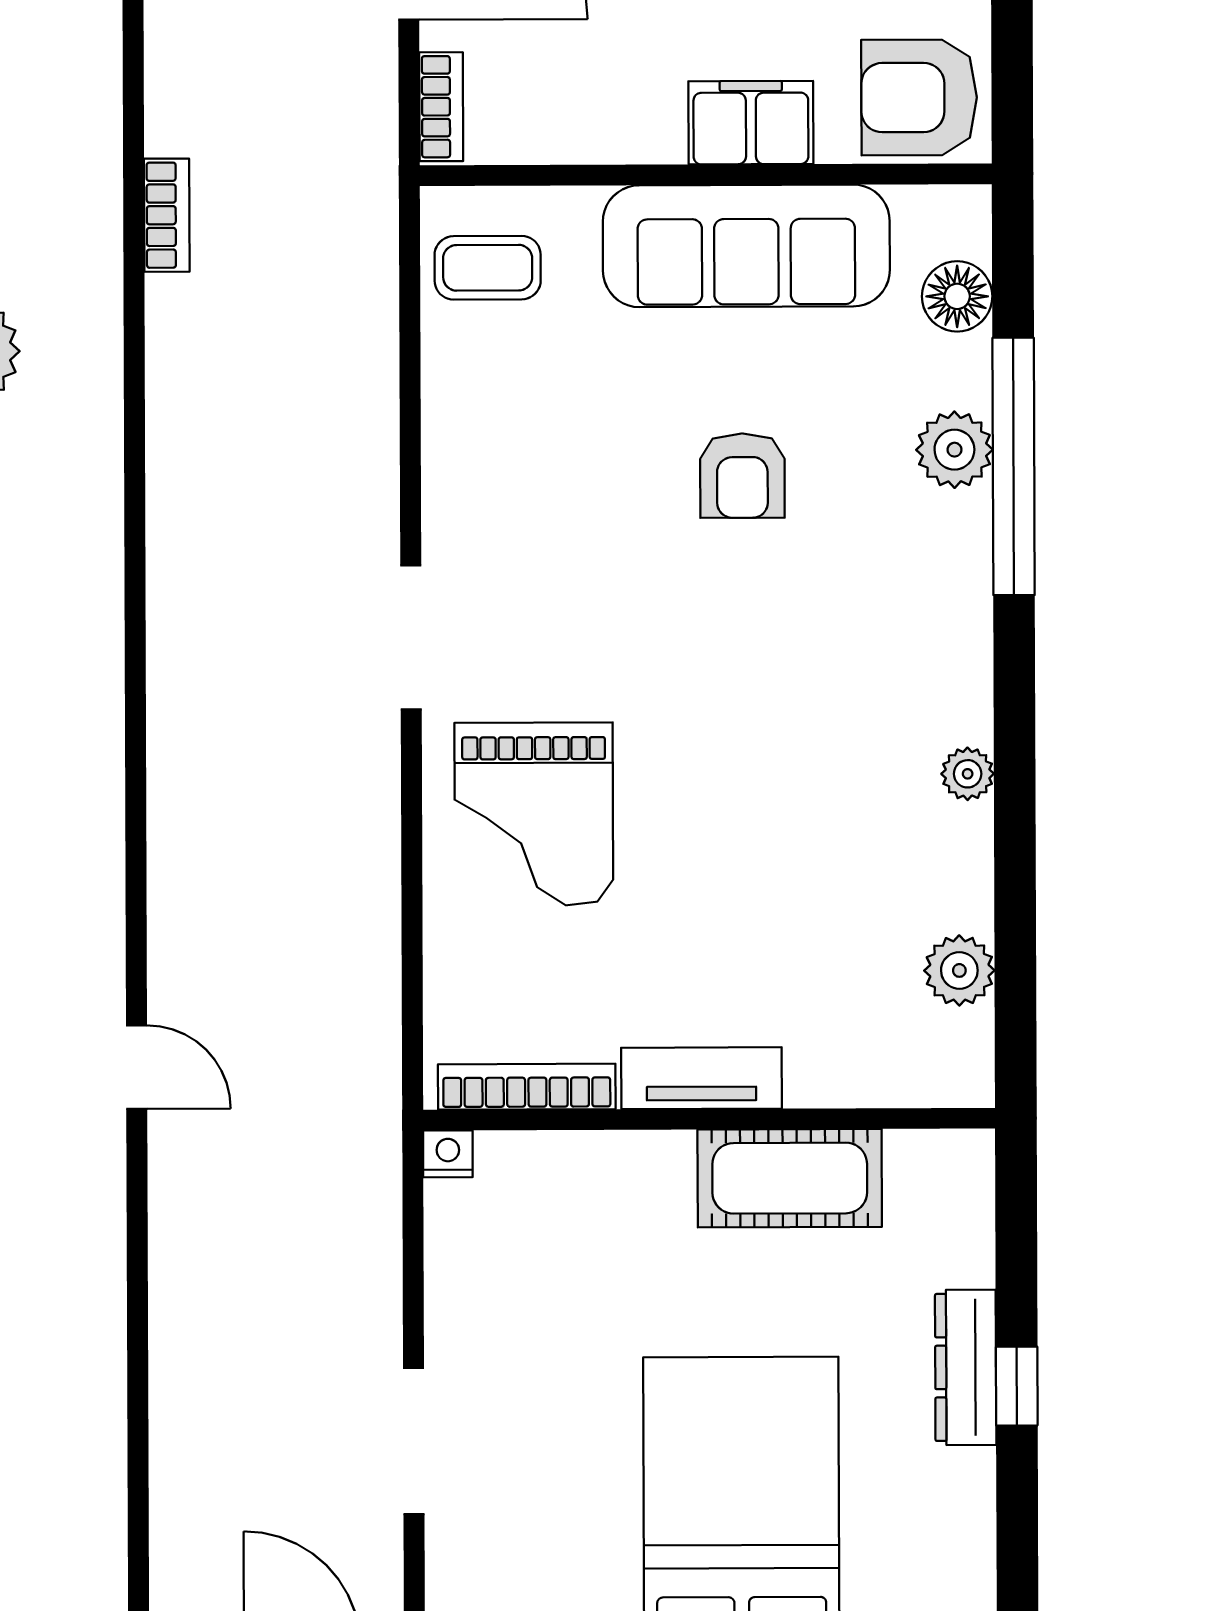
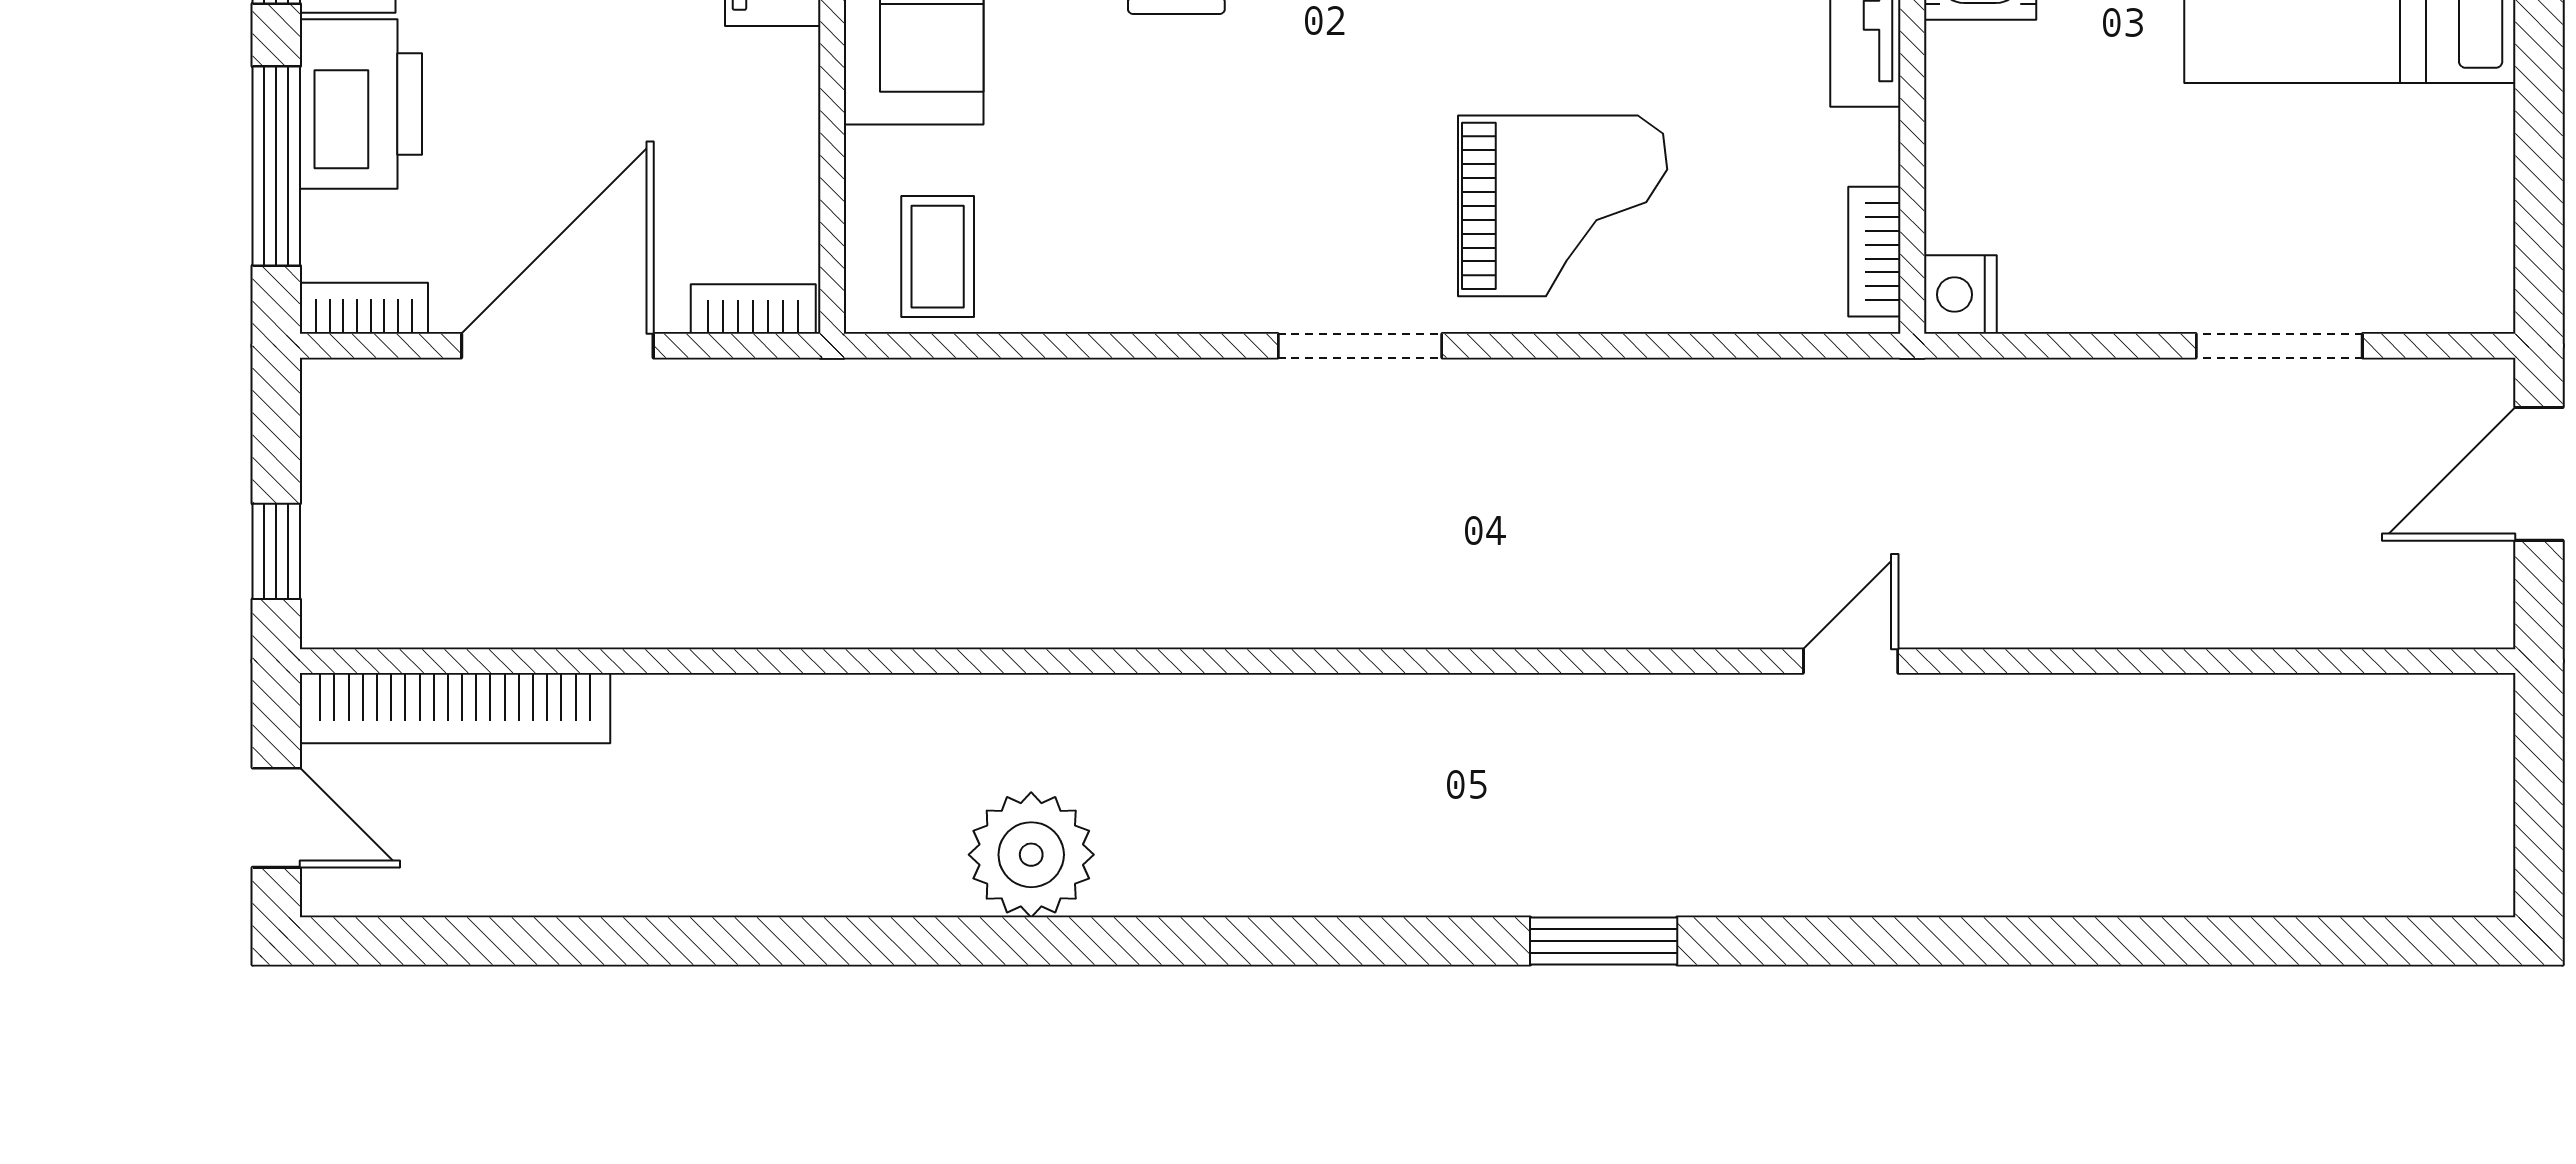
bookcase: (167, 215) -> (876, 623), removed
bookcase: (527, 1087) -> (1874, 252), width x0.64
nightstand: (448, 1154) -> (1960, 295), width x1.39, depth x1.35

